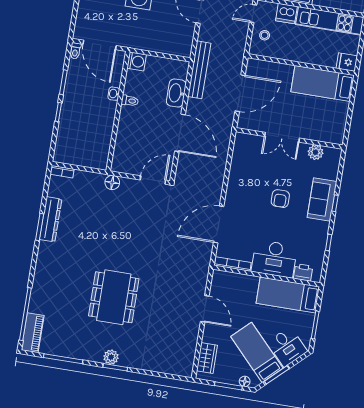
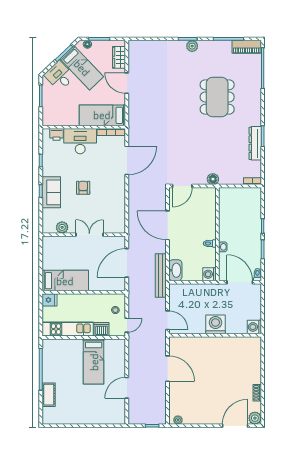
washbasin: (176, 93) -> (175, 270), moved
bed: (288, 295) -> (102, 115), moved, turned 180
dining table: (114, 297) -> (217, 97), moved
door: (205, 309) -> (127, 83), moved
piano: (33, 333) -> (247, 47), moved, turned -90

